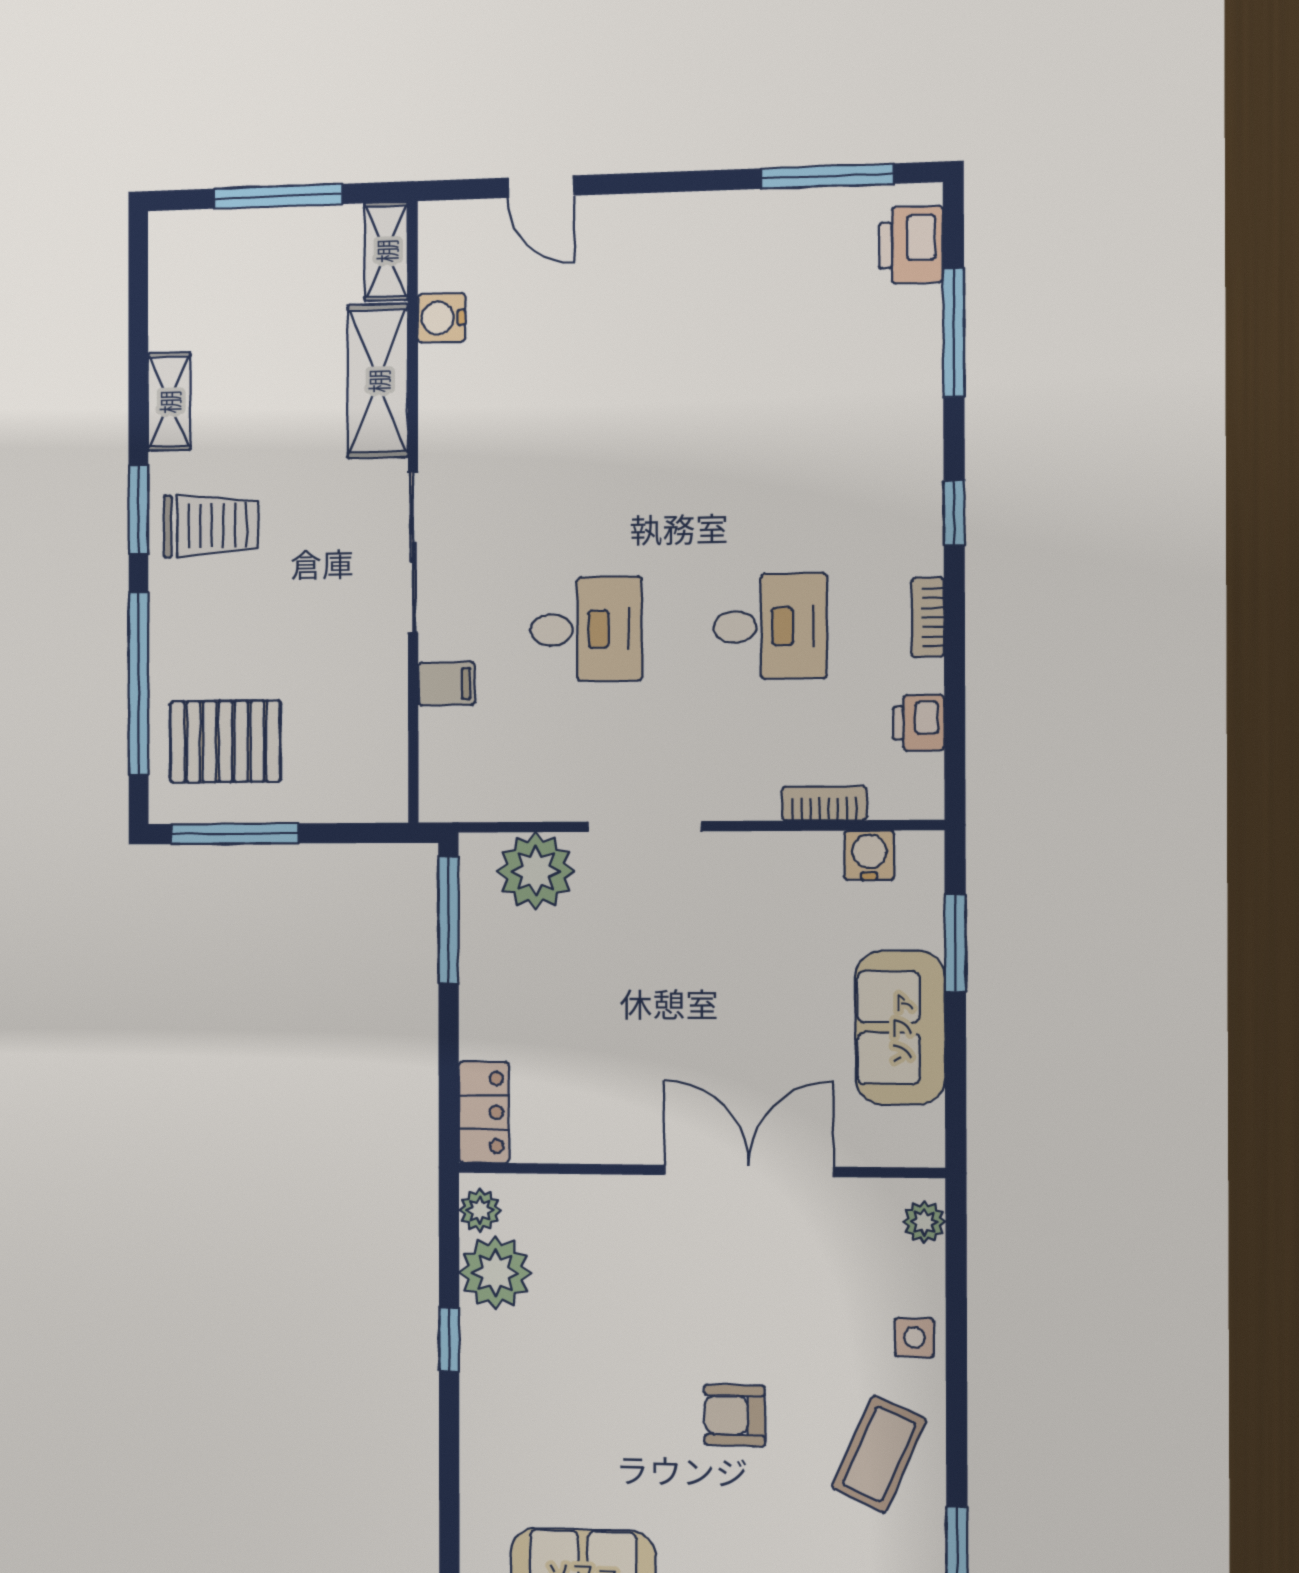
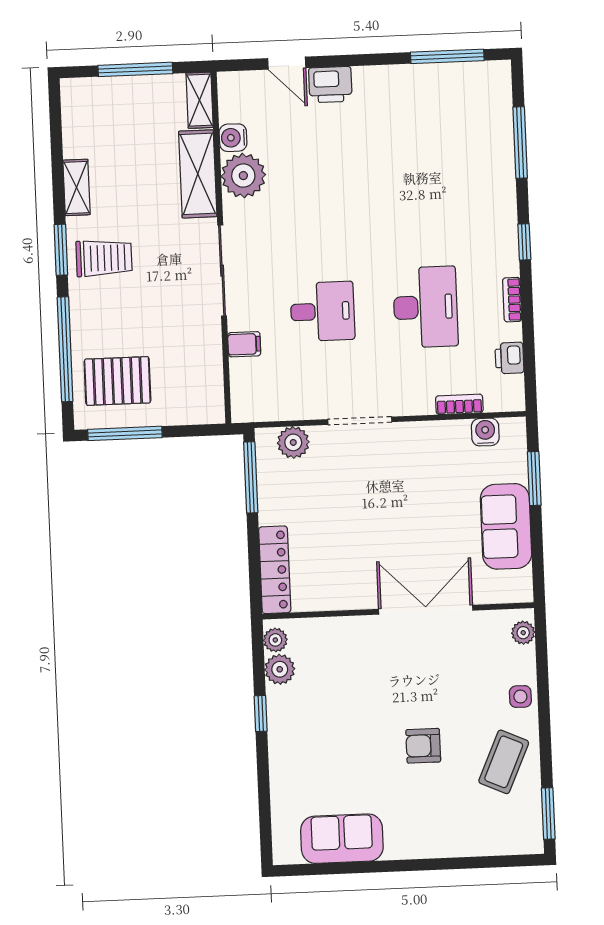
printer: (911, 245) -> (330, 85), moved, turned -90
plant: (457, 385) -> (243, 176), added
desk: (770, 626) -> (425, 307), width x1.37
plant: (536, 871) -> (293, 442), width x0.73, depth x0.73
locker: (484, 1112) -> (275, 570), width x1.53
plant: (495, 1273) -> (280, 669), width x0.73, depth x0.73

